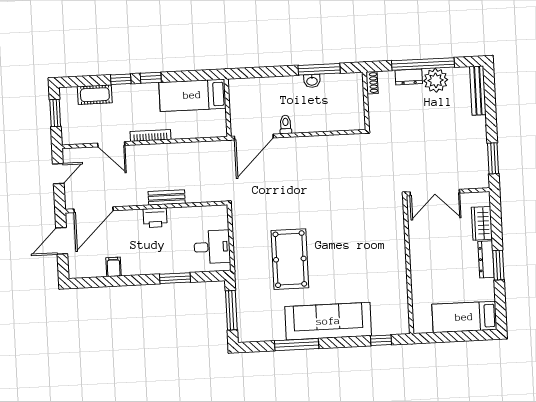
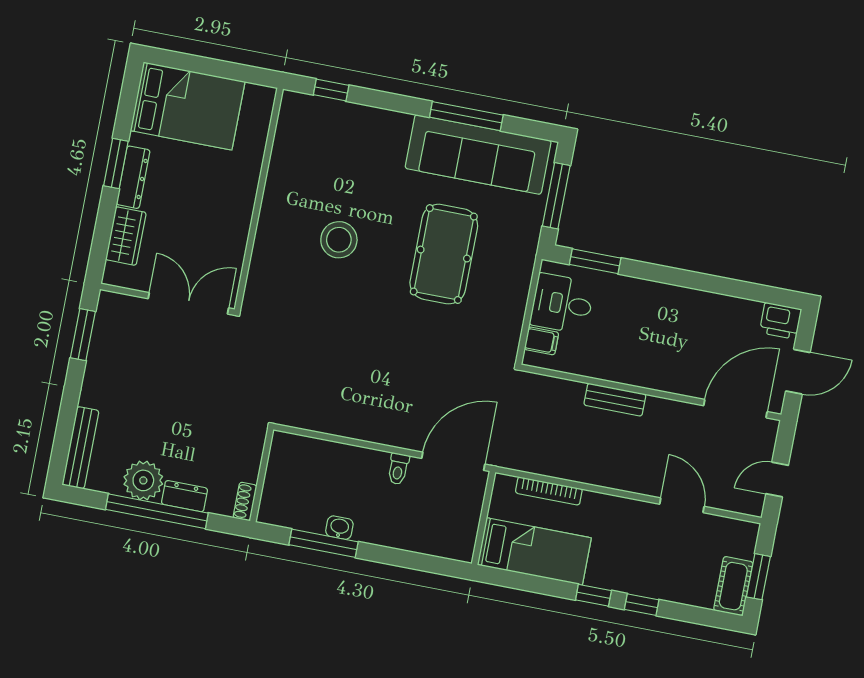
cot: (95, 95) -> (733, 586), moved, turned 90
bookcase: (151, 136) -> (549, 491), moved
printer: (155, 218) -> (780, 321), moved, turned 180
stool: (354, 252) -> (339, 240), added
filing cabinet: (114, 267) -> (541, 341), moved, turned -90
window: (175, 278) -> (595, 261), moved
bed: (464, 317) -> (188, 106), width x1.50
sofa: (328, 321) -> (478, 154), moved

